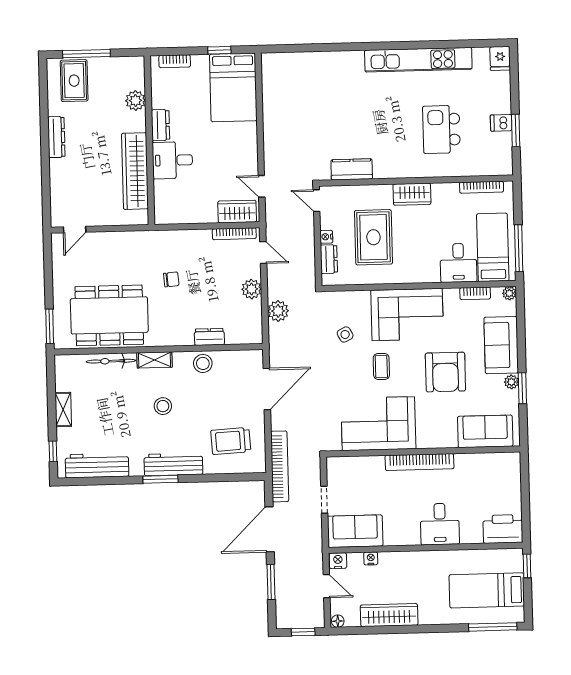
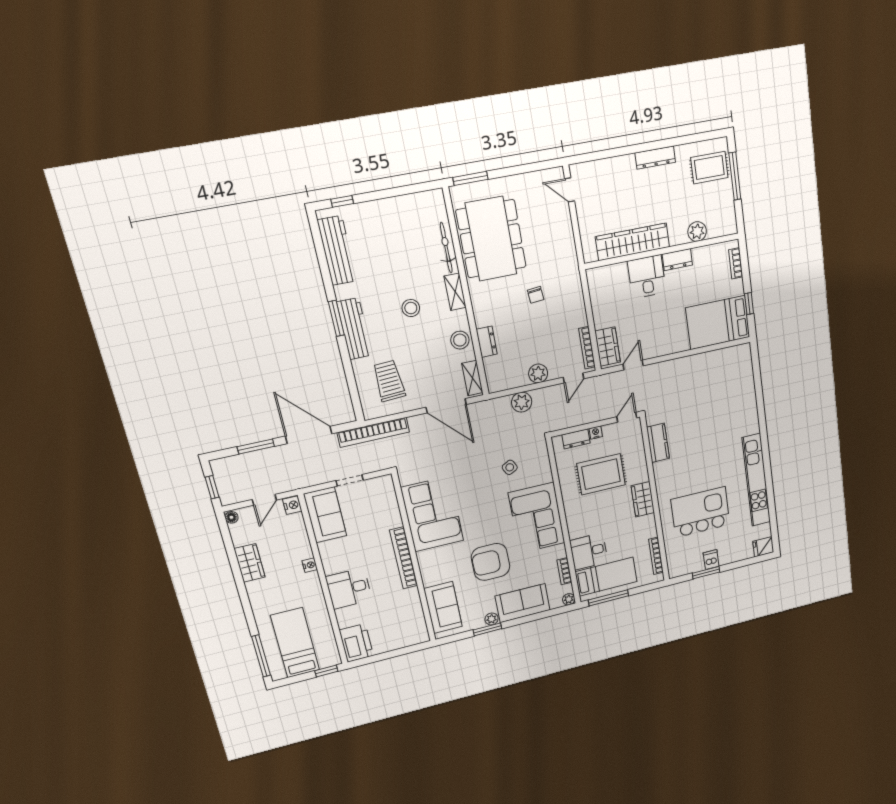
kitchen island: (441, 129) -> (700, 512), width x1.37, depth x1.28
coffee table: (381, 366) -> (486, 506), removed
shelving: (63, 409) -> (472, 378), moved, turned 90
nightstand: (371, 558) -> (310, 565), moved
wardrobe: (389, 615) -> (250, 563), width x0.67

